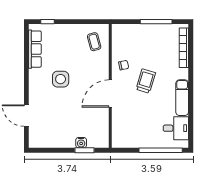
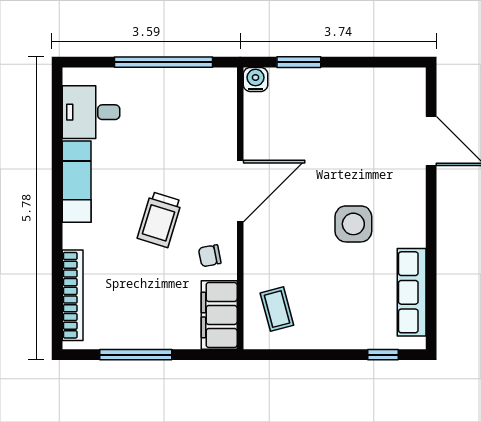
filing cabinet: (120, 39) -> (219, 315), added
water cooler: (81, 143) -> (255, 79), moved
window: (161, 150) -> (163, 62), moved

